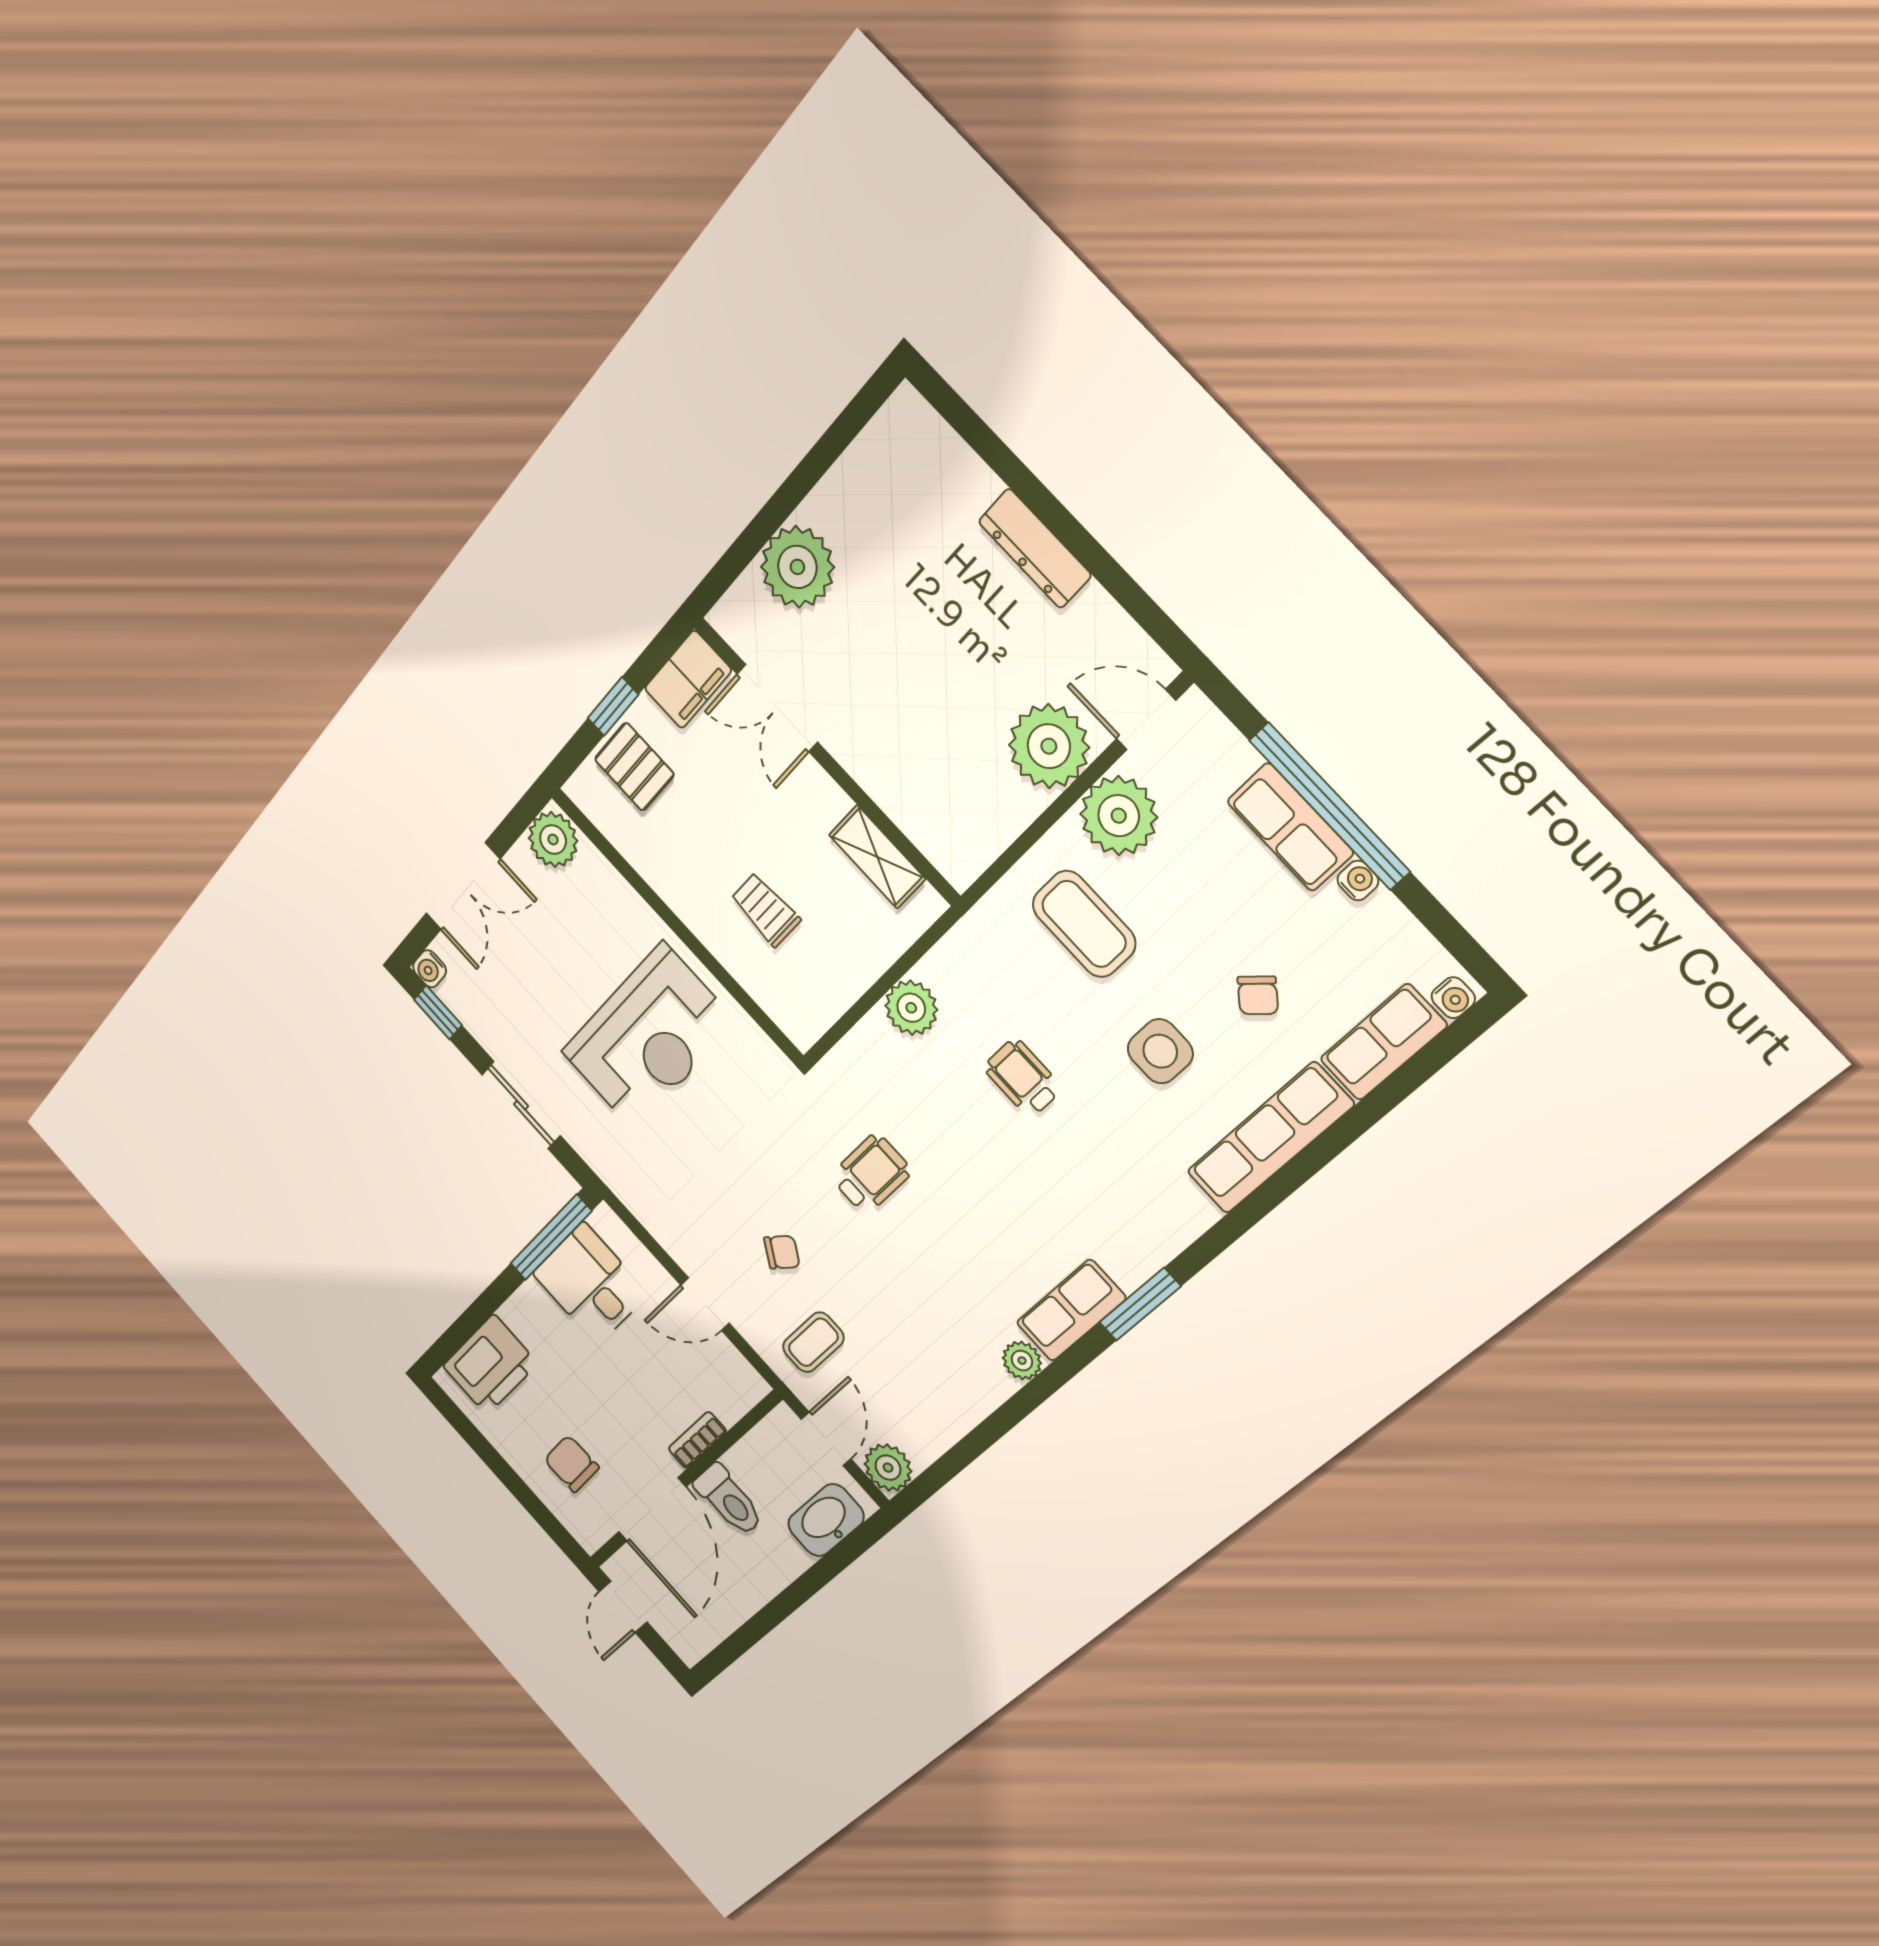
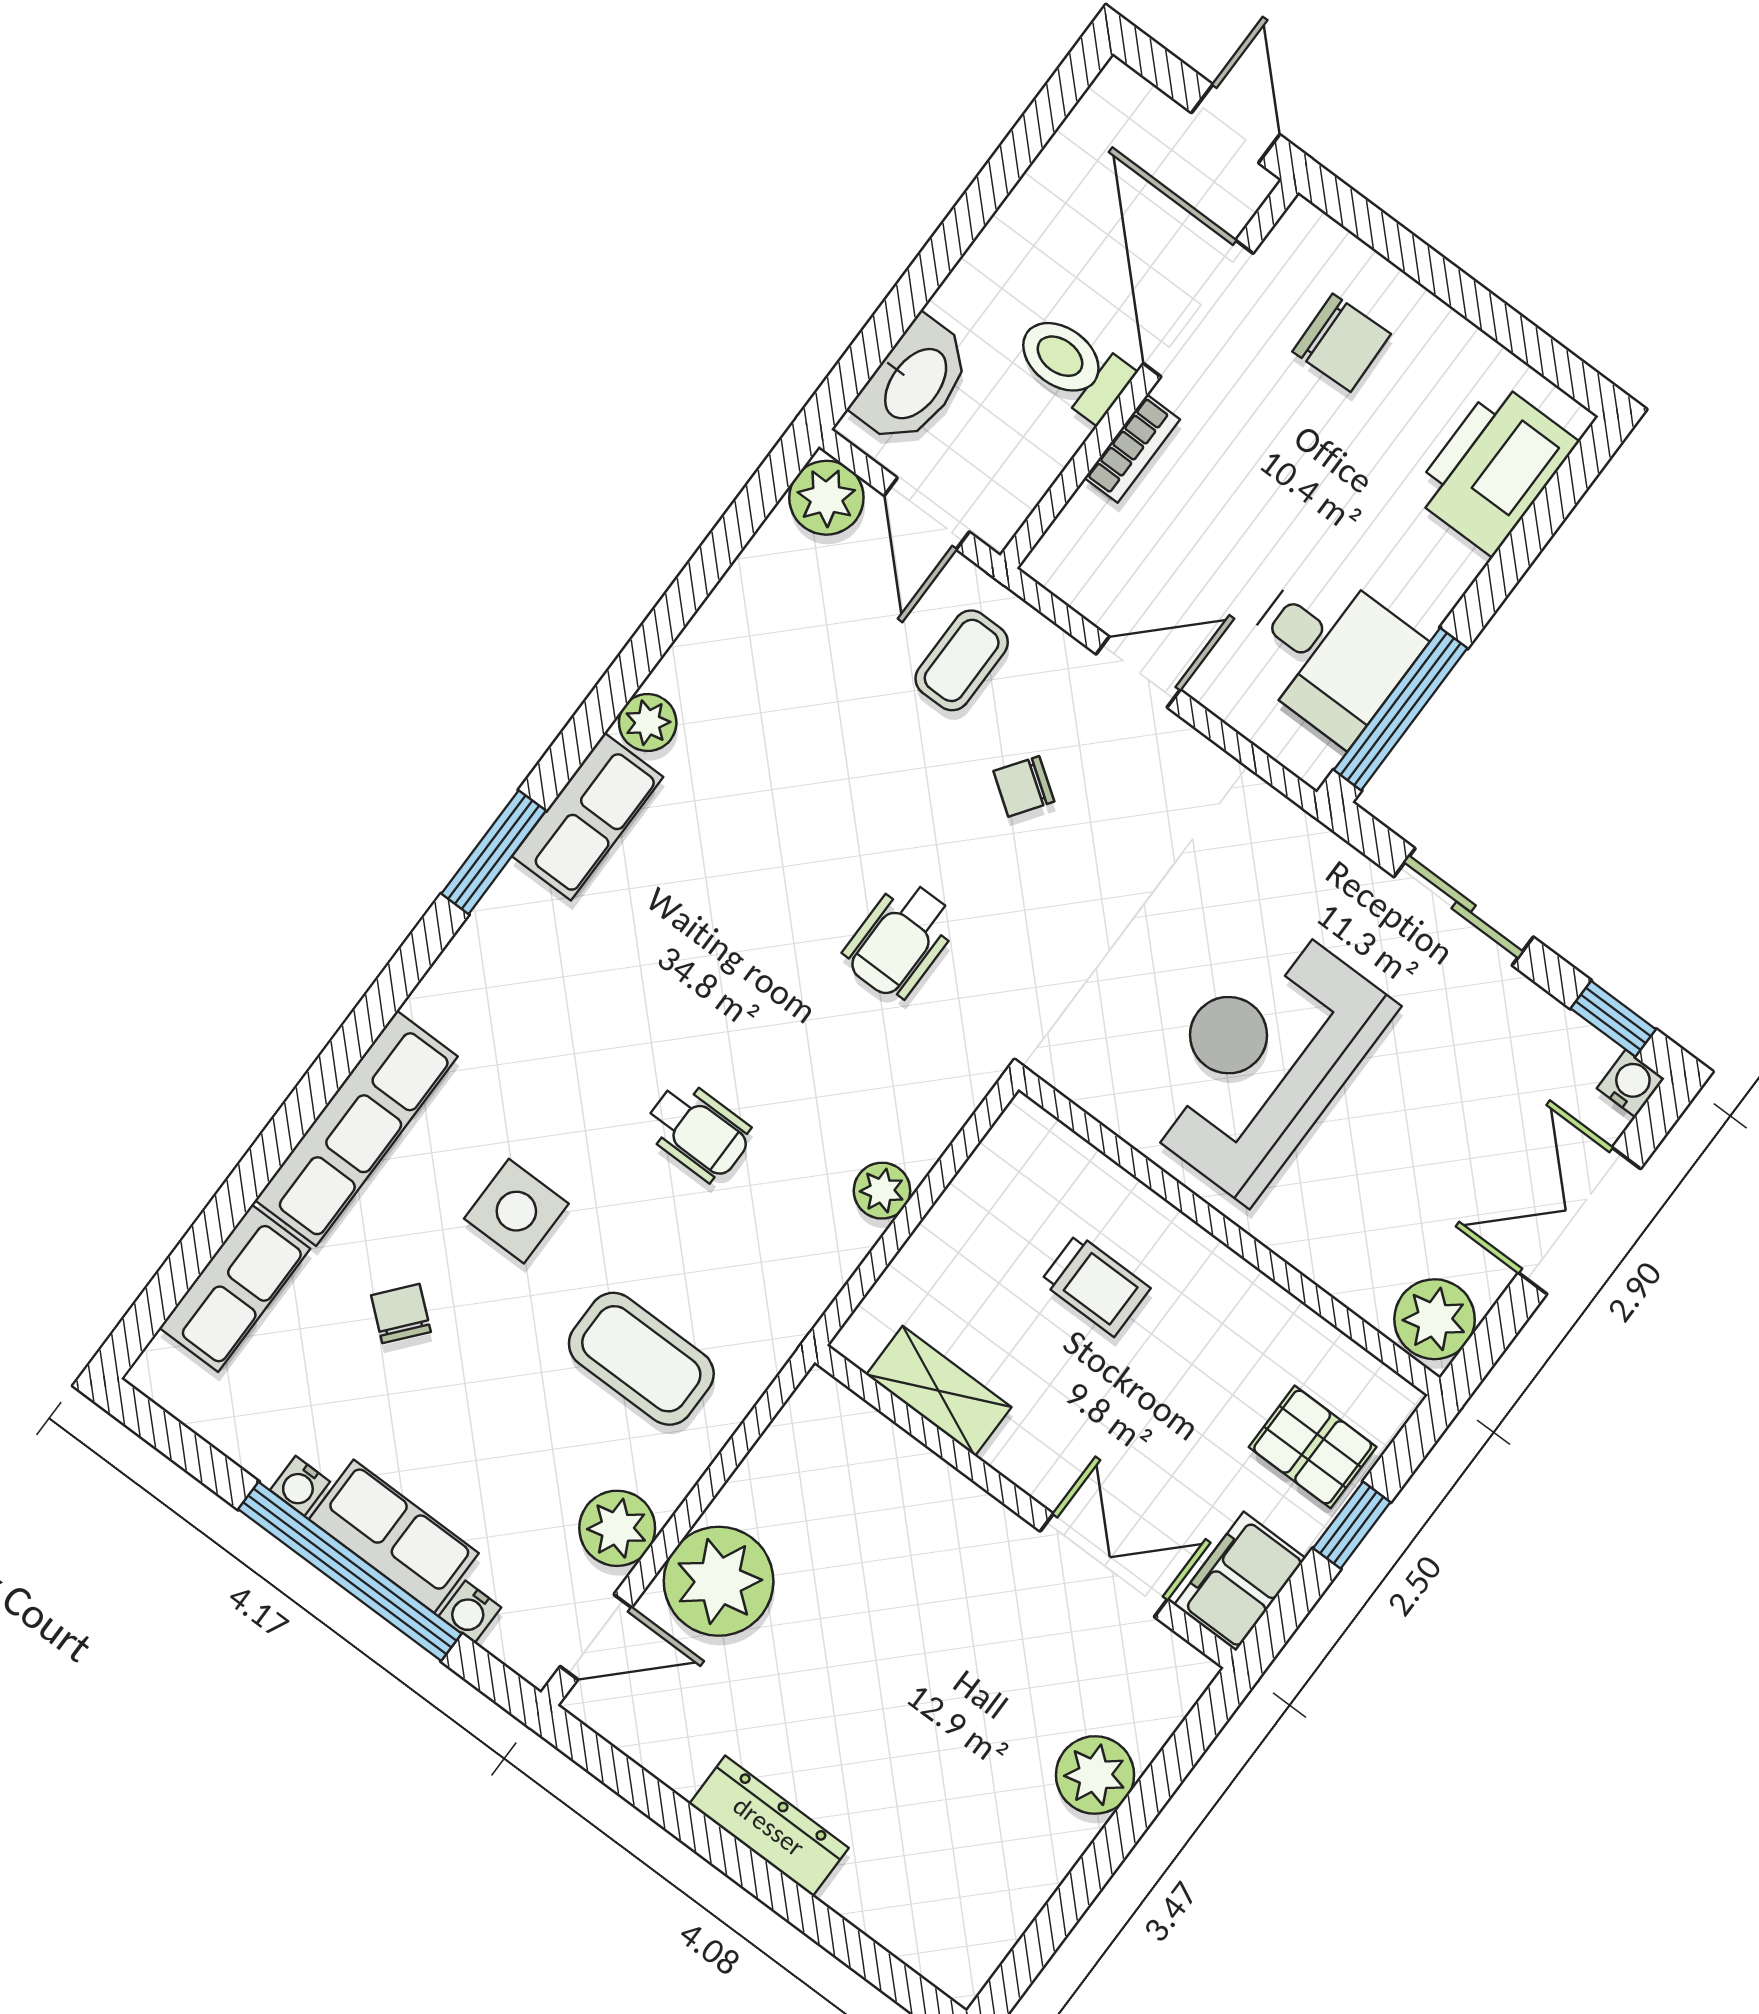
plant: (797, 567) -> (1095, 1775), width x0.73, depth x0.73
plant: (1119, 816) -> (617, 1528), width x0.73, depth x0.73
water cooler: (1453, 998) -> (470, 1612), moved, turned -90
plant: (911, 1008) -> (882, 1191), width x0.73, depth x0.73

